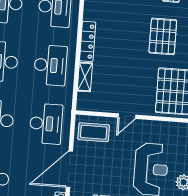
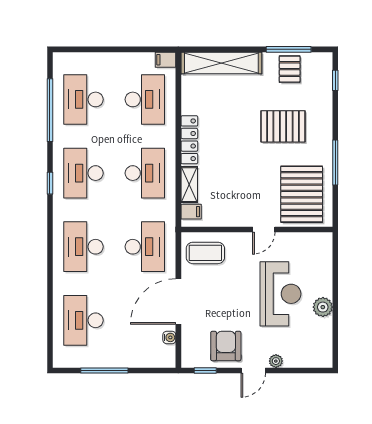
pallet: (163, 36) -> (283, 126), turned 90
filing cabinet: (85, 99) -> (191, 212), added
door: (127, 116) -> (264, 230), moved

